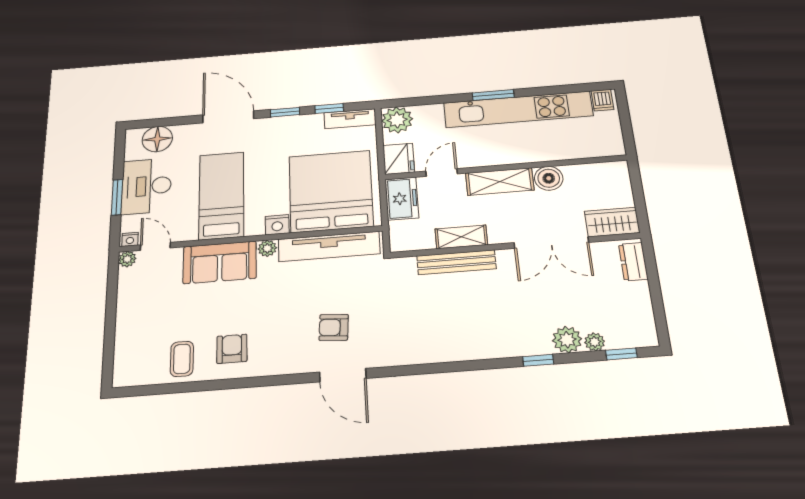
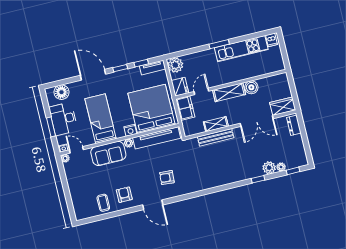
kitchen unit: (518, 109) -> (241, 49), width x0.73
door: (343, 375) -> (153, 205), moved

